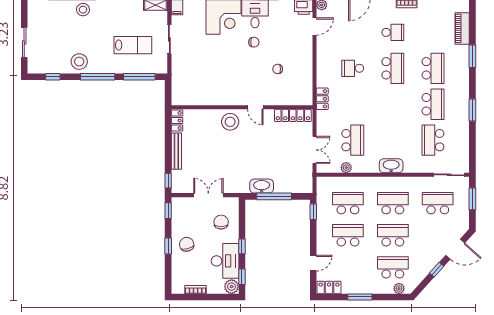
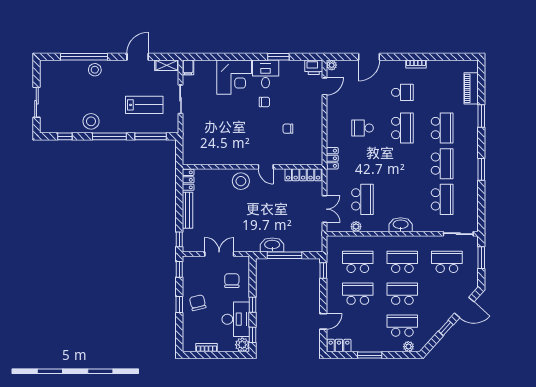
school desk: (433, 140) -> (442, 199), turned 180

